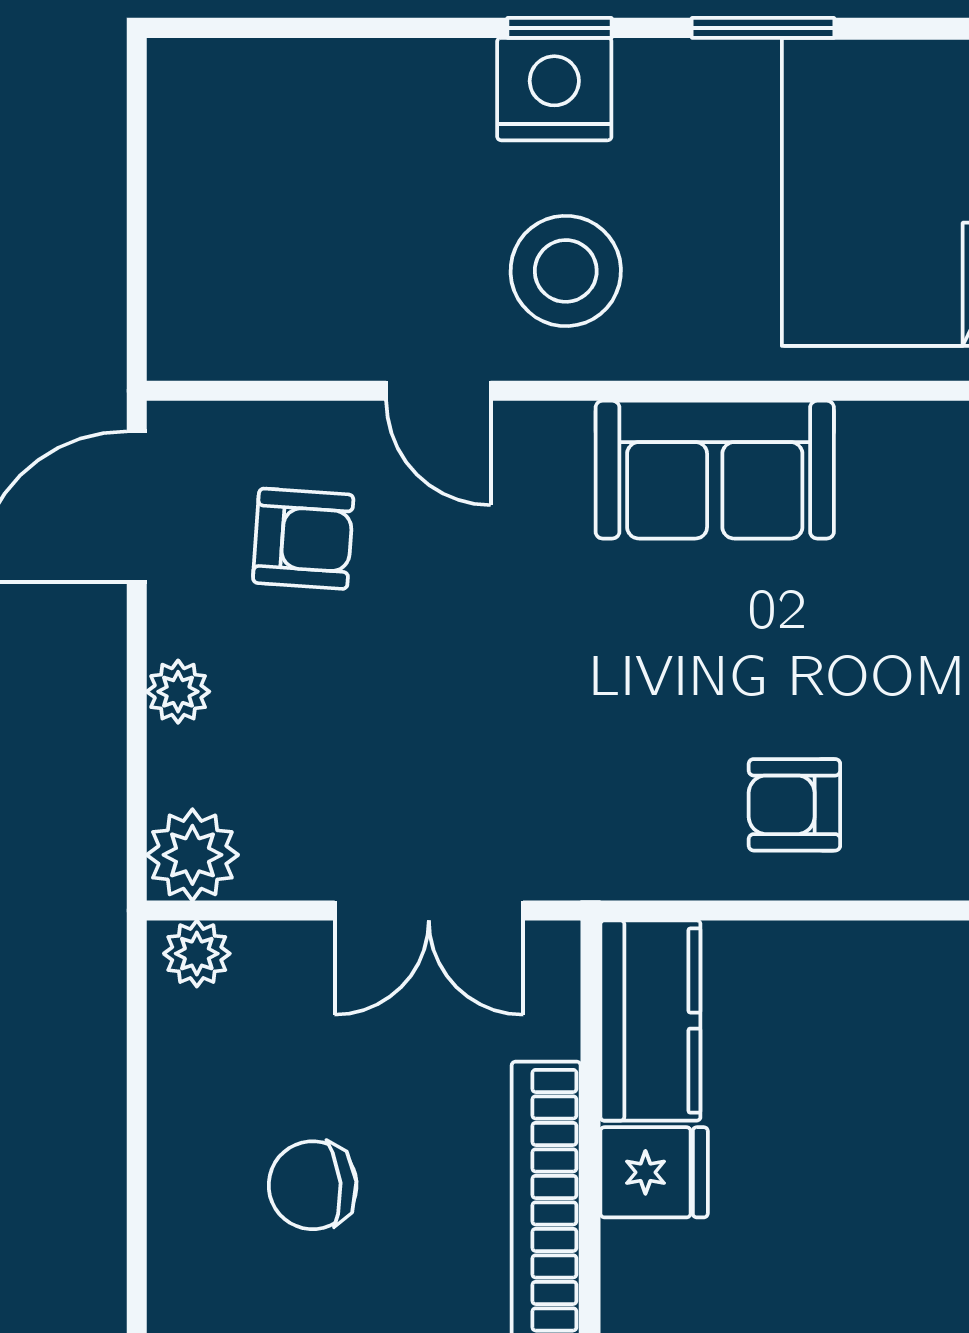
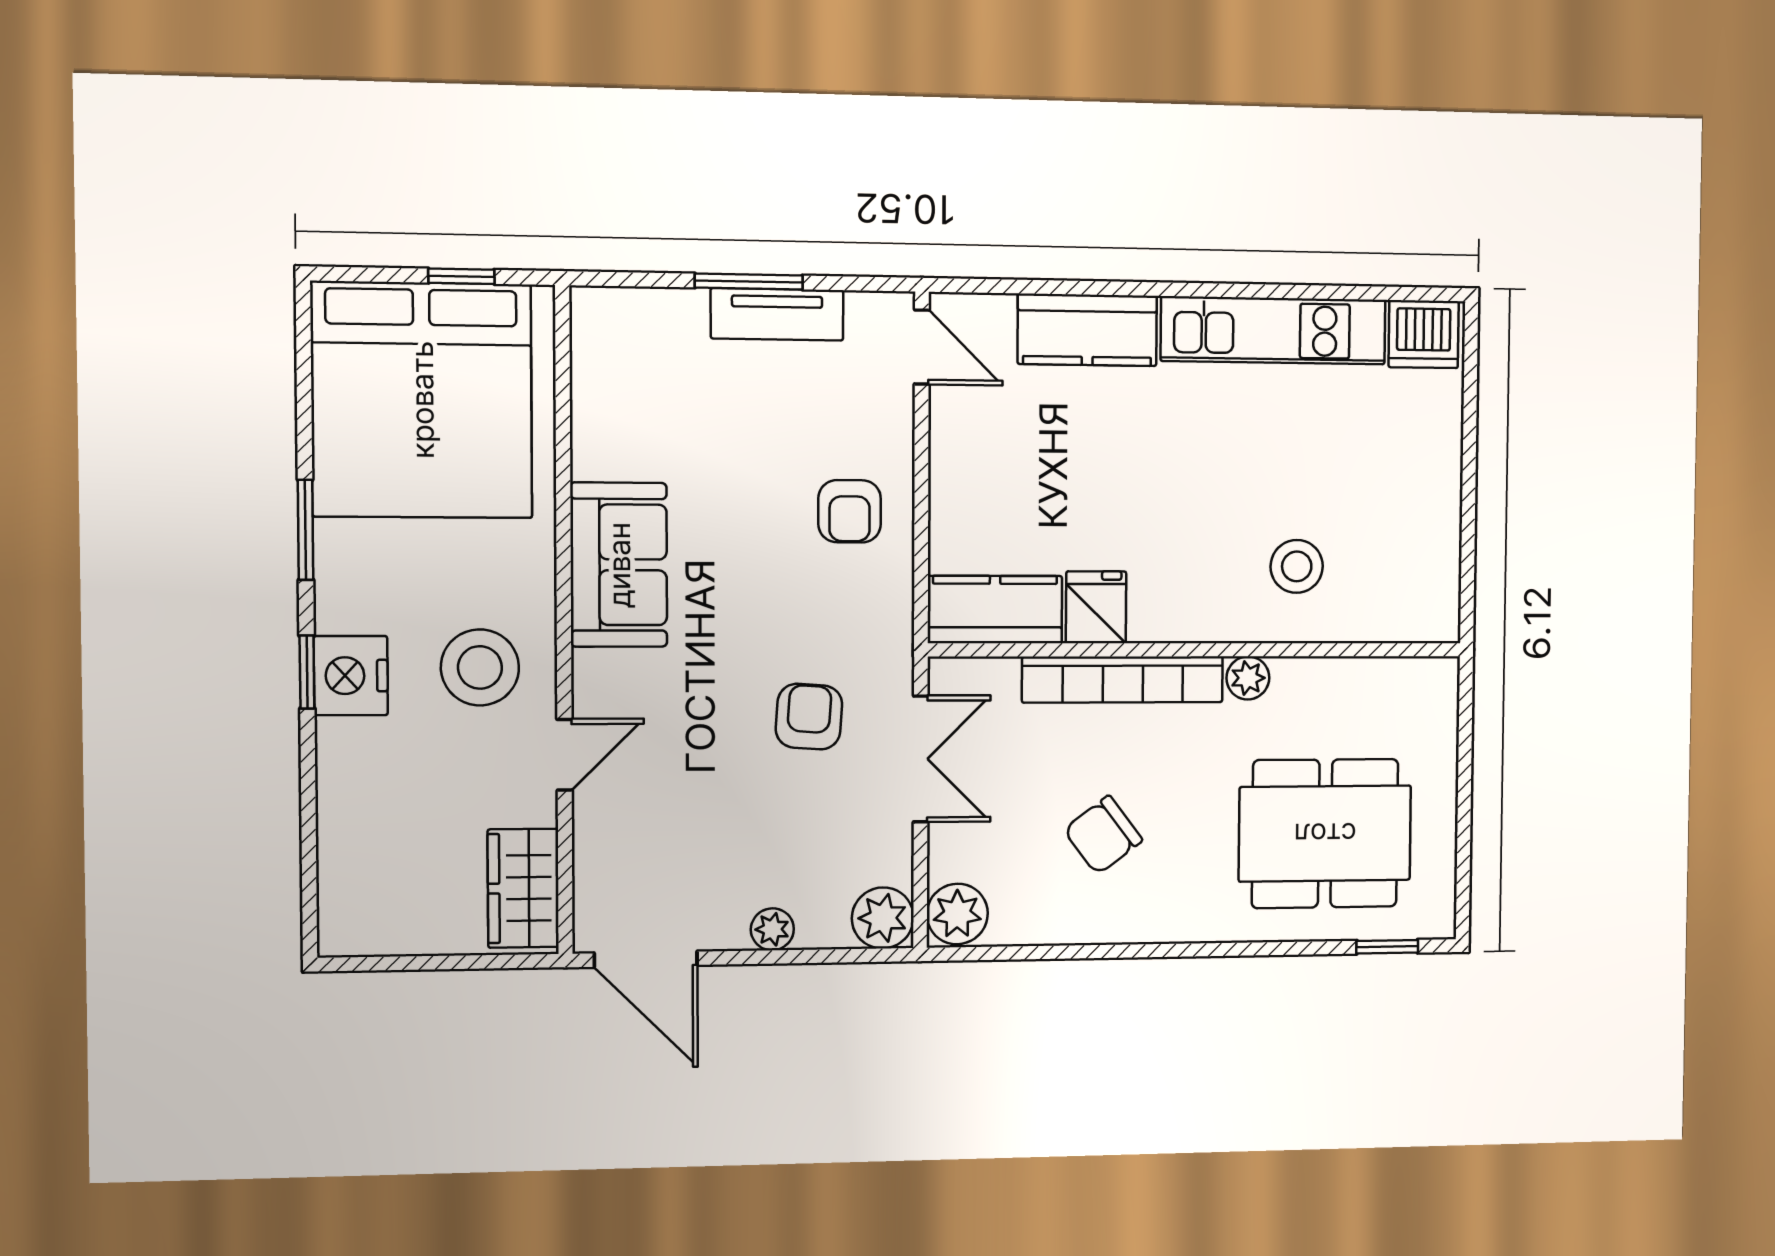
wardrobe: (244, 331) -> (523, 888), added
armchair: (303, 539) -> (809, 717), moved
plant: (197, 954) -> (957, 914), width x1.38, depth x1.38
chair: (313, 1185) -> (1103, 835), turned 58

